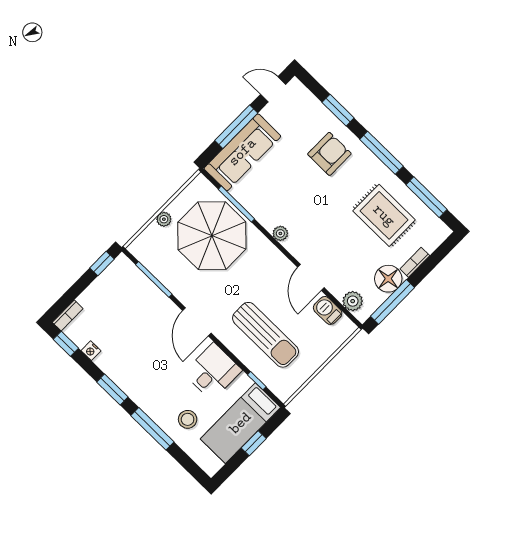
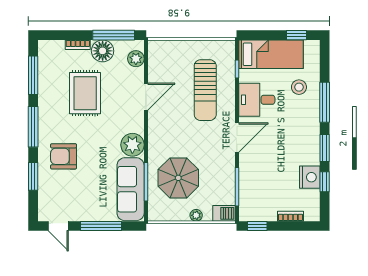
sofa: (242, 152) -> (131, 189), moved, turned -90
rug: (384, 215) -> (85, 93), moved
plant: (280, 233) -> (132, 145), width x1.88, depth x1.88
parasol: (212, 236) -> (178, 178), width x0.73, depth x0.73
barbecue: (328, 310) -> (224, 213), moved, turned -90
bookcase: (68, 315) -> (290, 216), moved
sun lounger: (266, 335) -> (205, 90), turned 180
window: (66, 344) -> (325, 182), moved
nightstand: (91, 351) -> (310, 177), width x1.89, depth x1.79
window: (254, 443) -> (297, 35), moved

